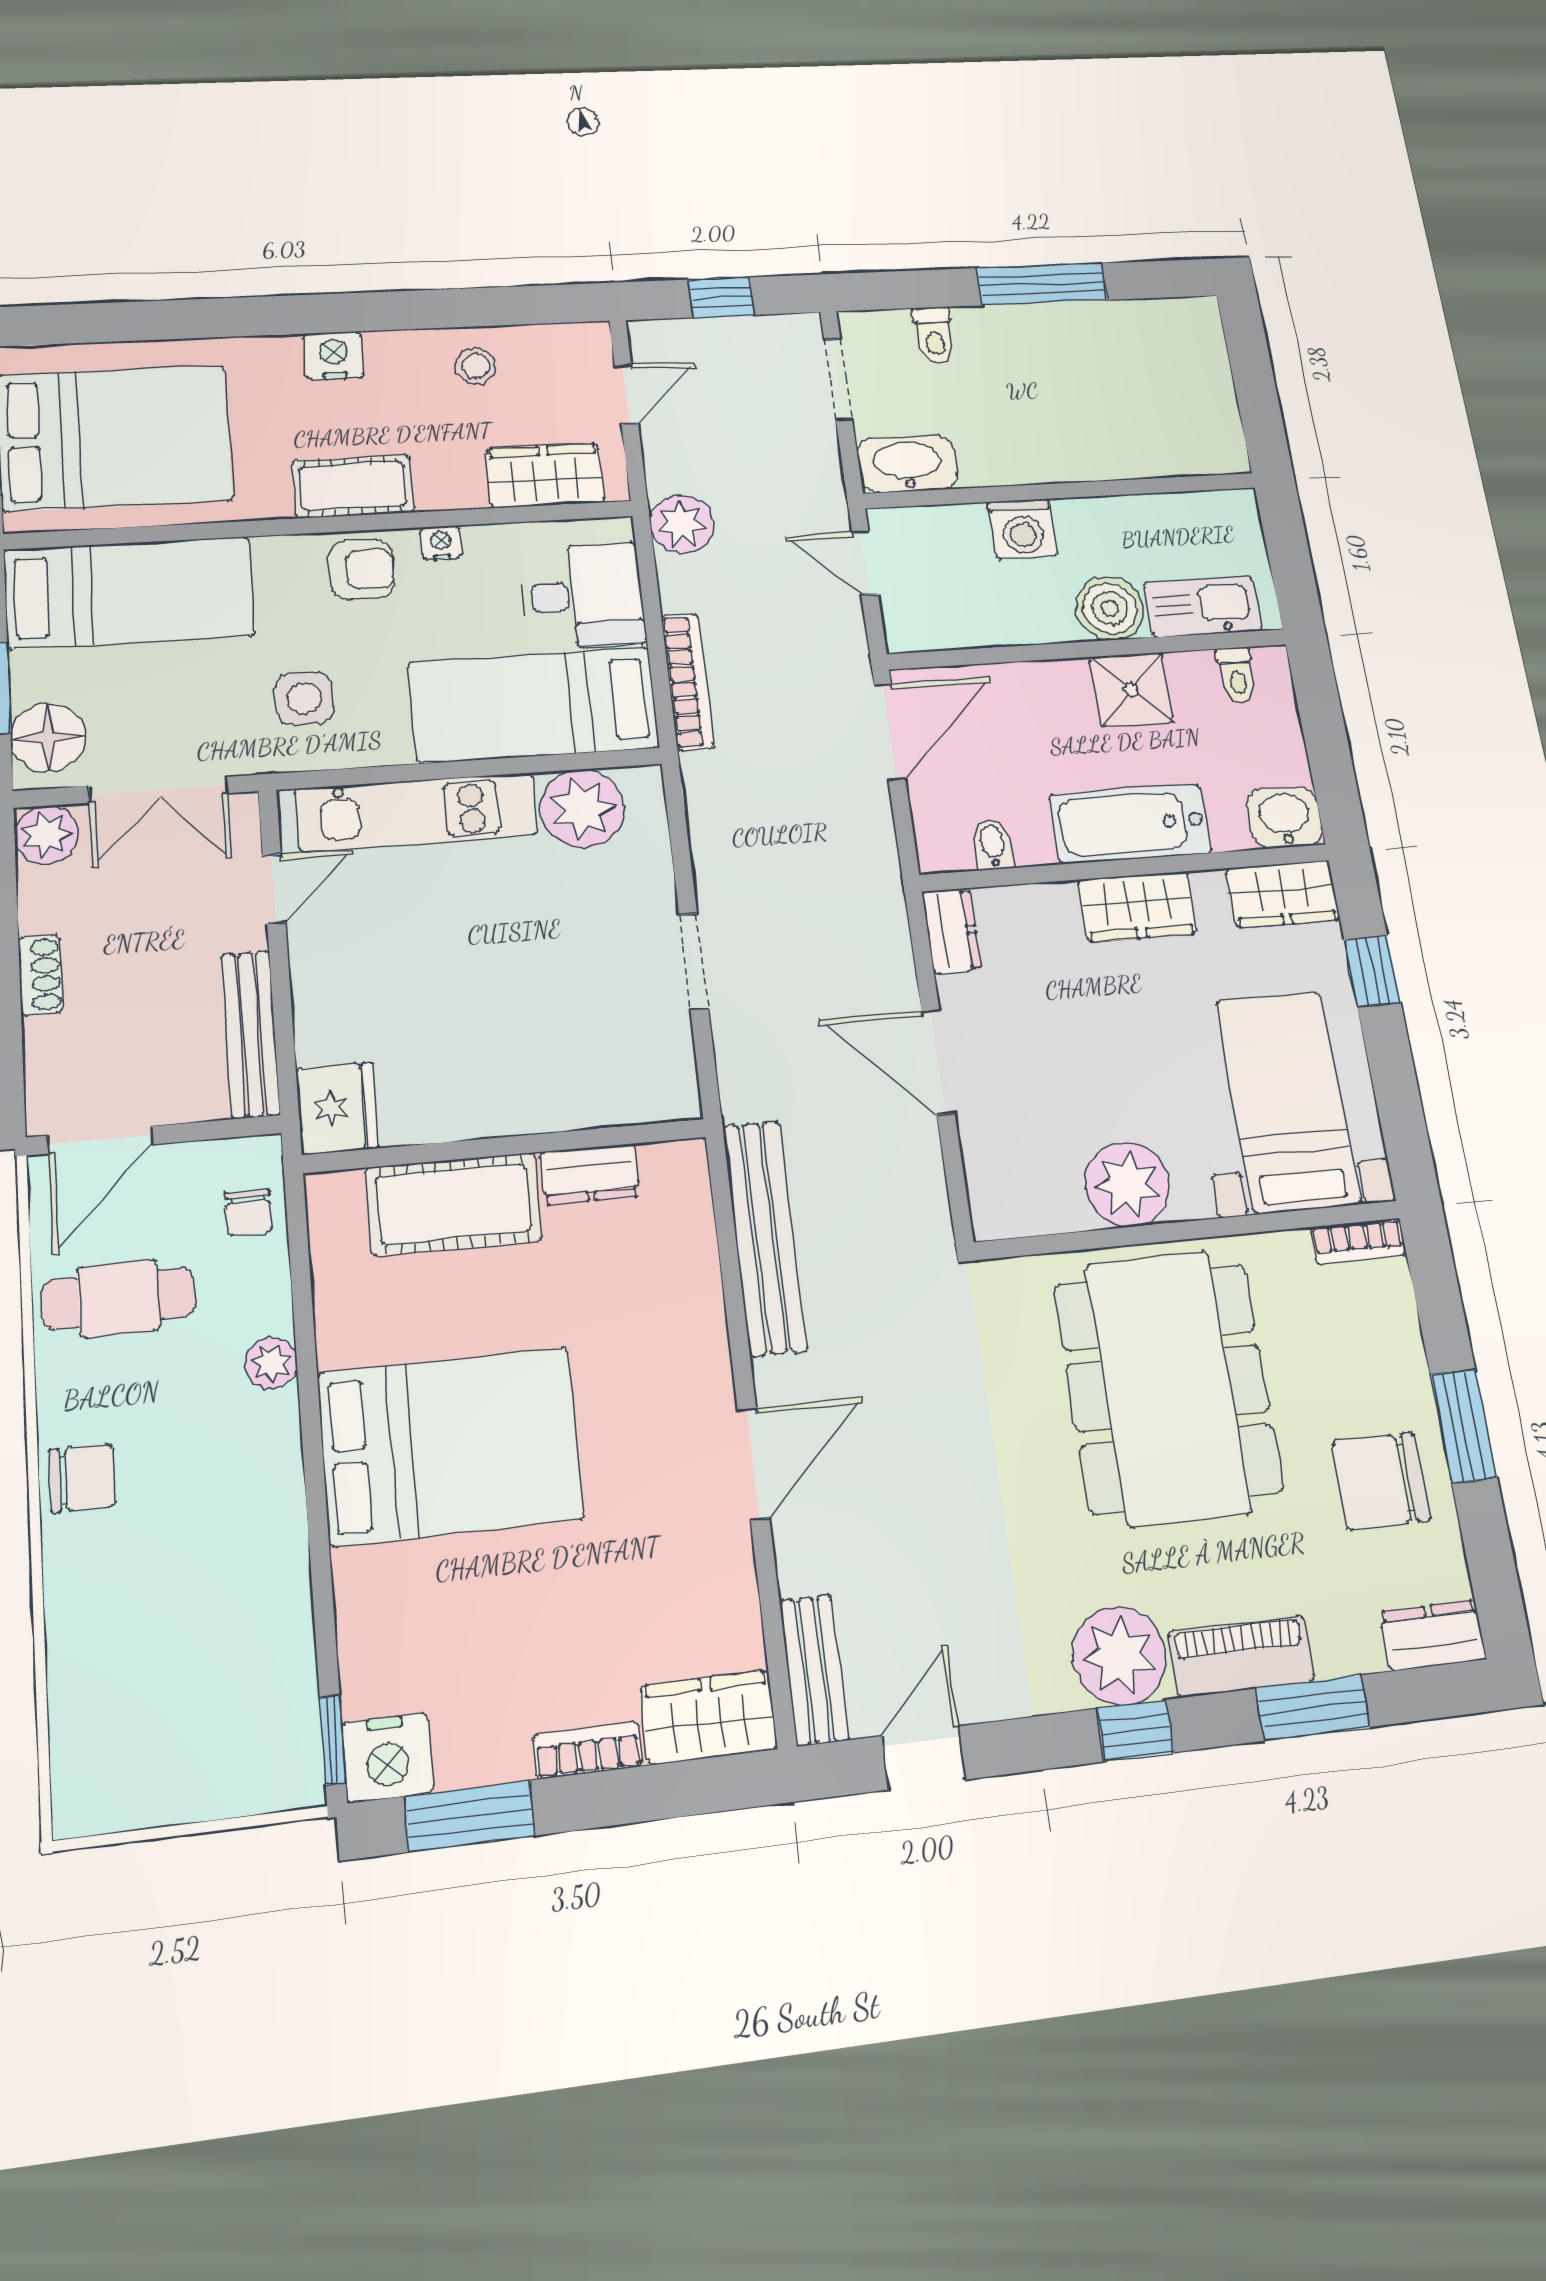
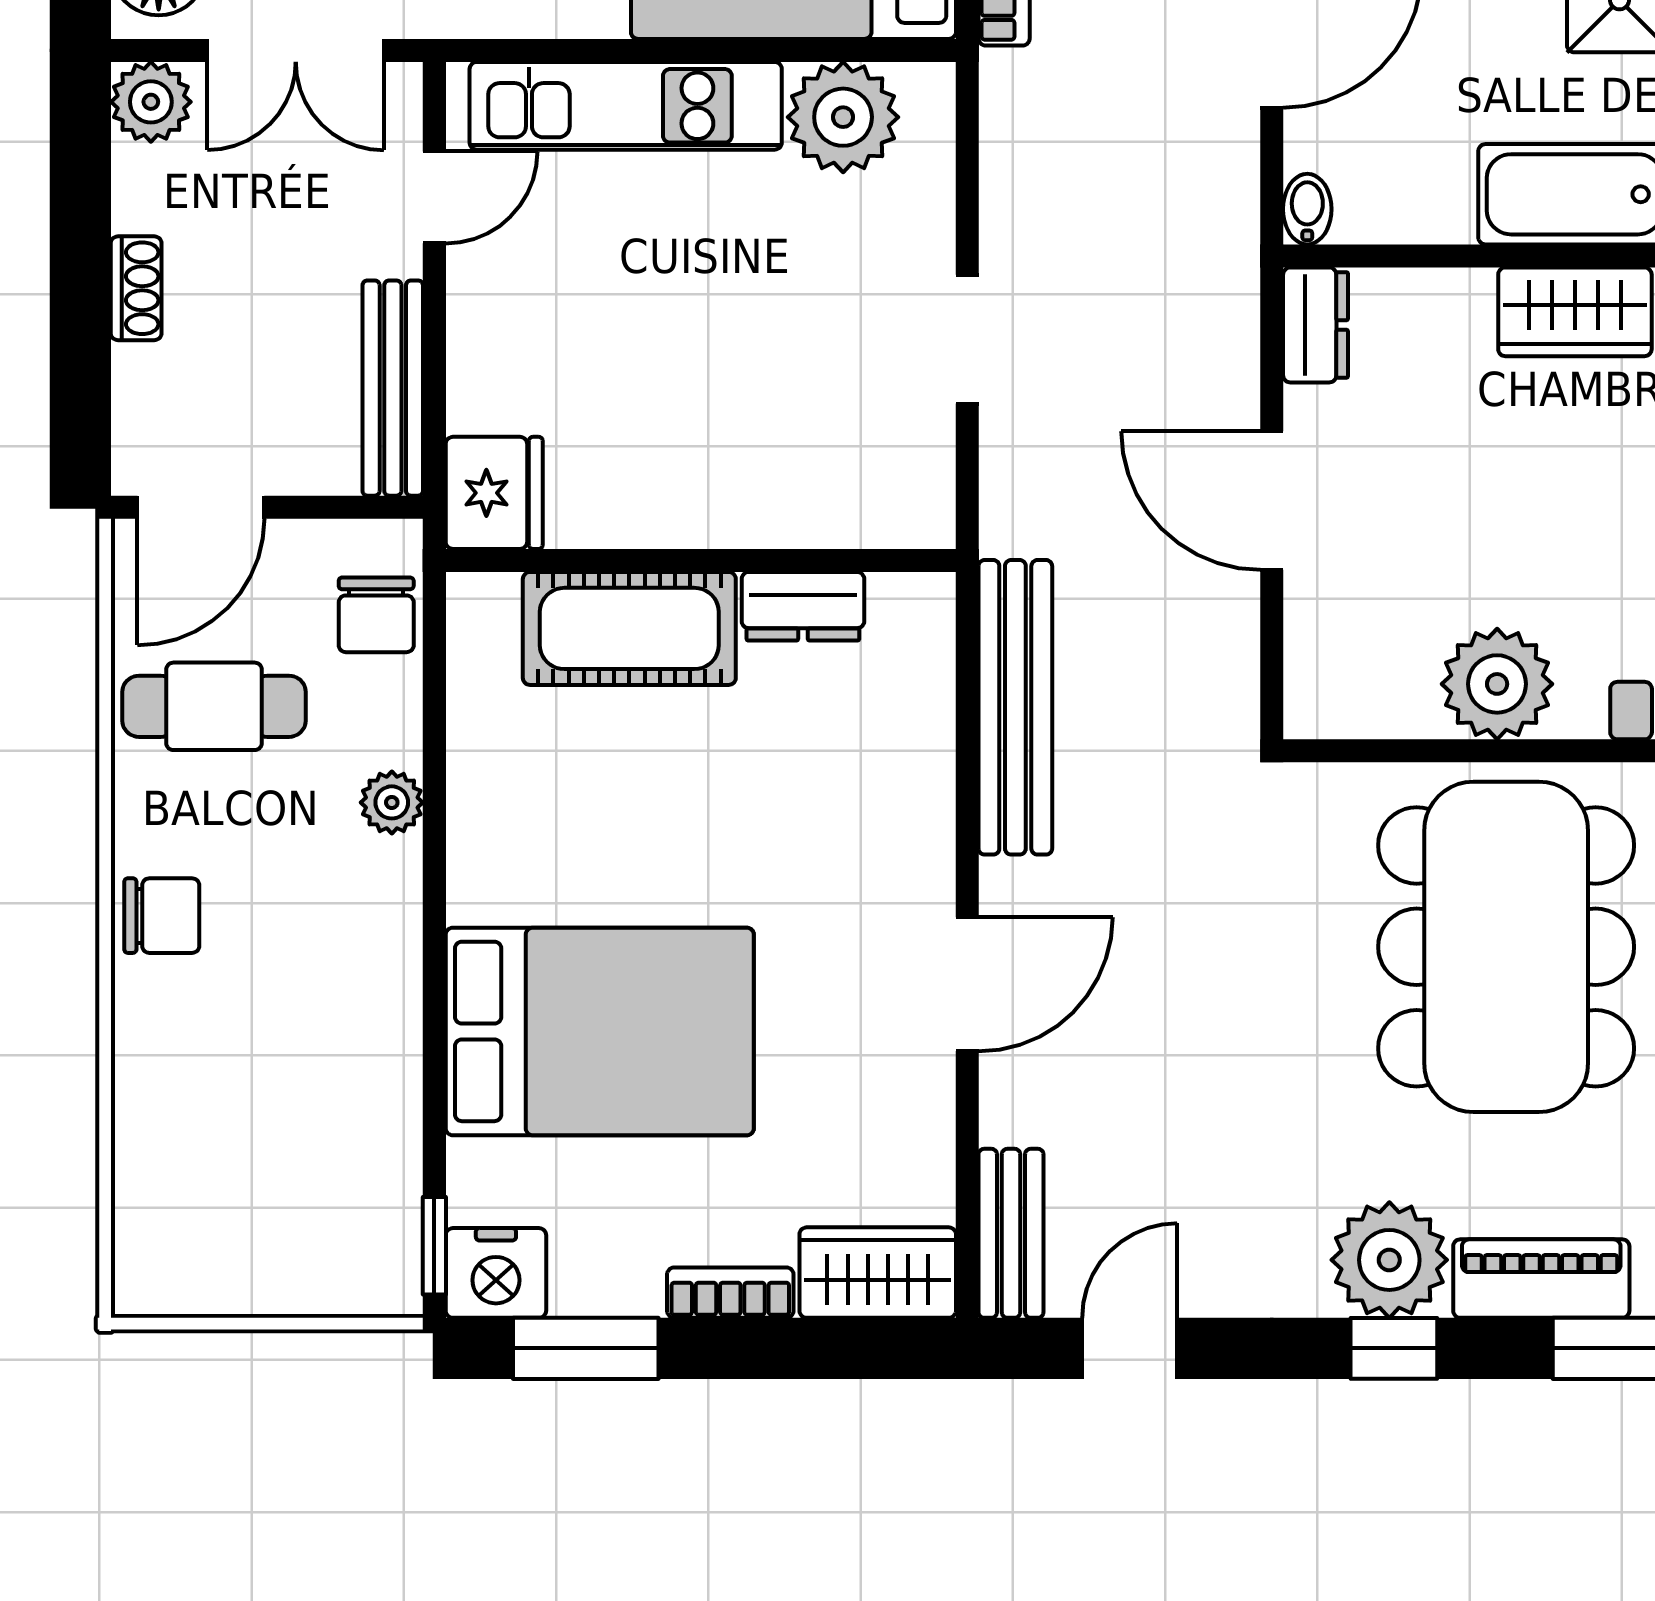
bidet: (993, 844) -> (1307, 209), moved
chair: (249, 1212) -> (376, 615), width x1.37, depth x1.37
bed: (450, 1446) -> (600, 1031), moved

